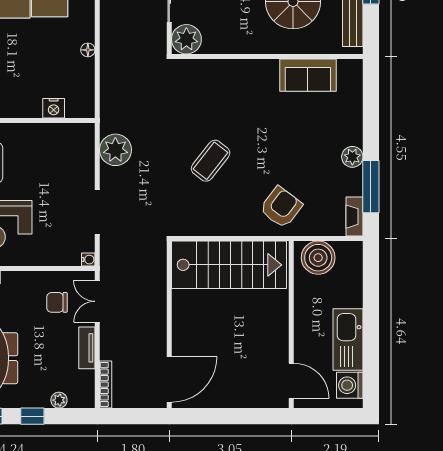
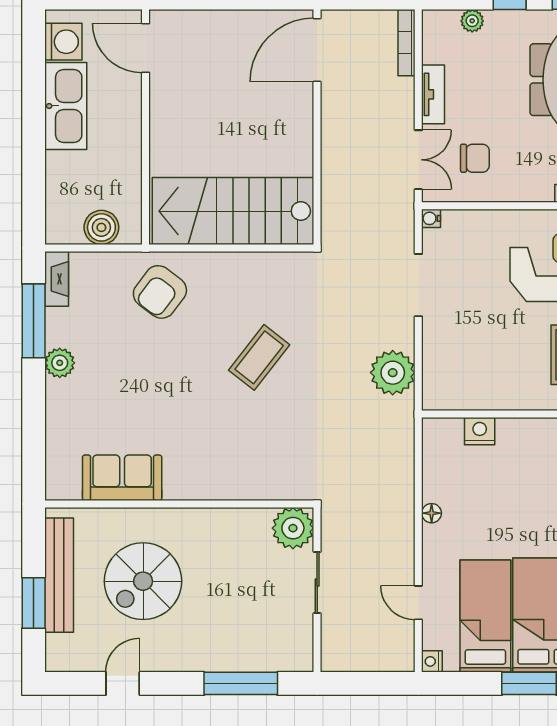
boiler: (318, 258) -> (101, 227), width x0.73, depth x0.73

